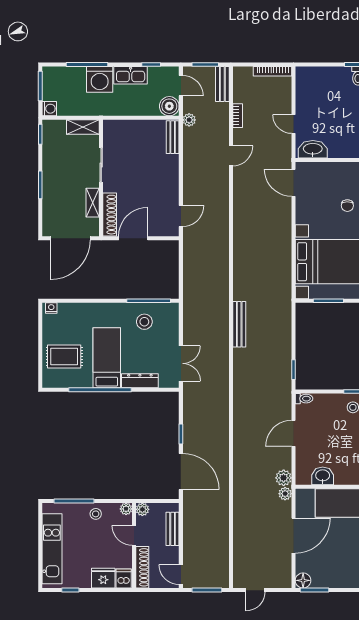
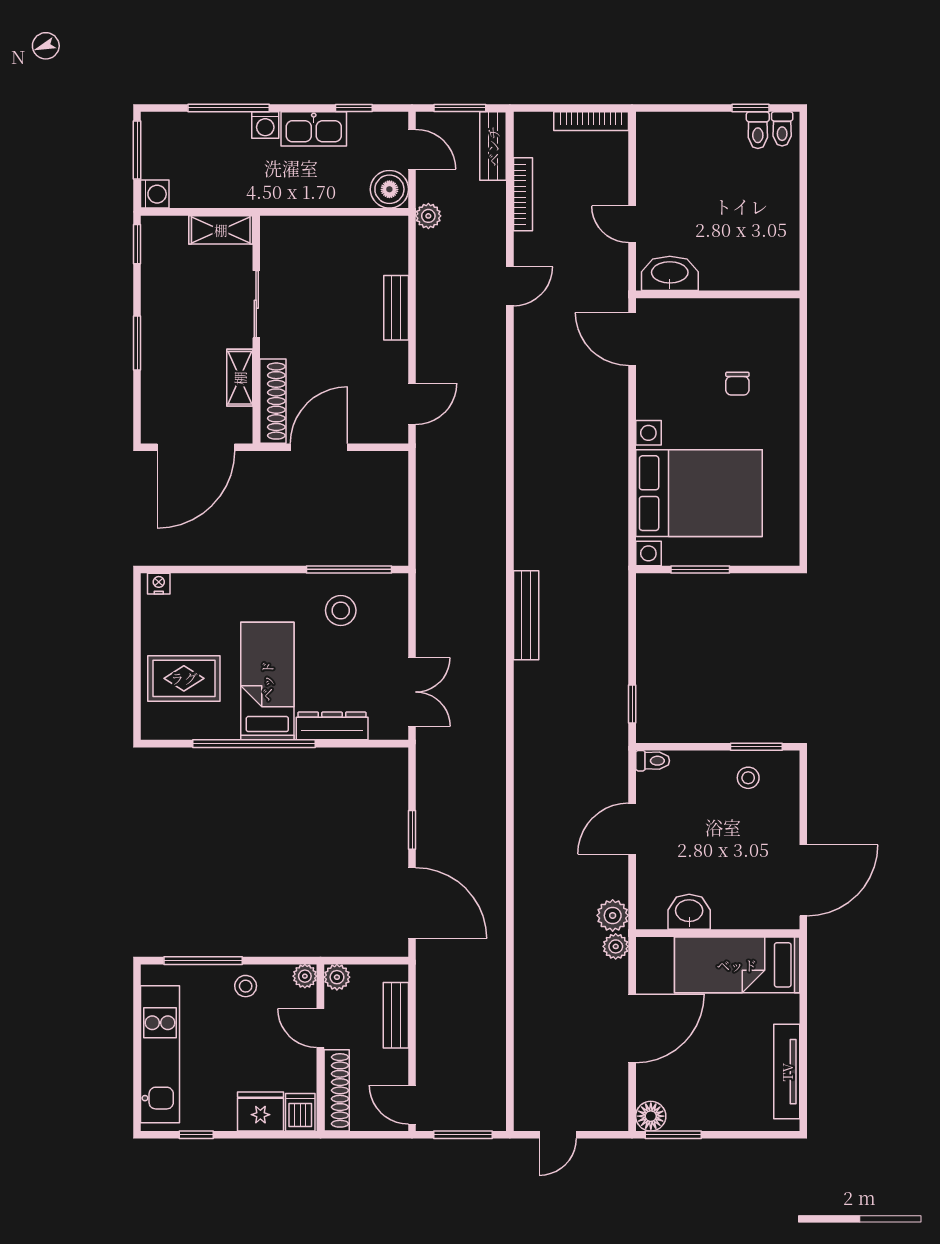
washing machine: (100, 79) -> (265, 125), width x0.53, depth x0.53
bookcase: (238, 116) -> (523, 194), width x1.56
bench: (173, 137) -> (396, 308), moved

